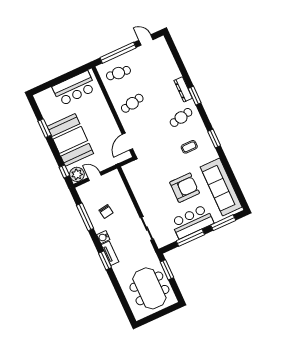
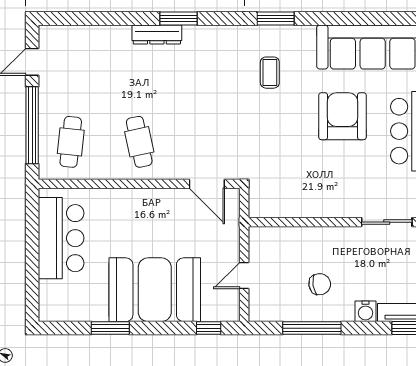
cafe table: (181, 117) -> (208, 63), removed
plant: (77, 174) -> (225, 307), removed

